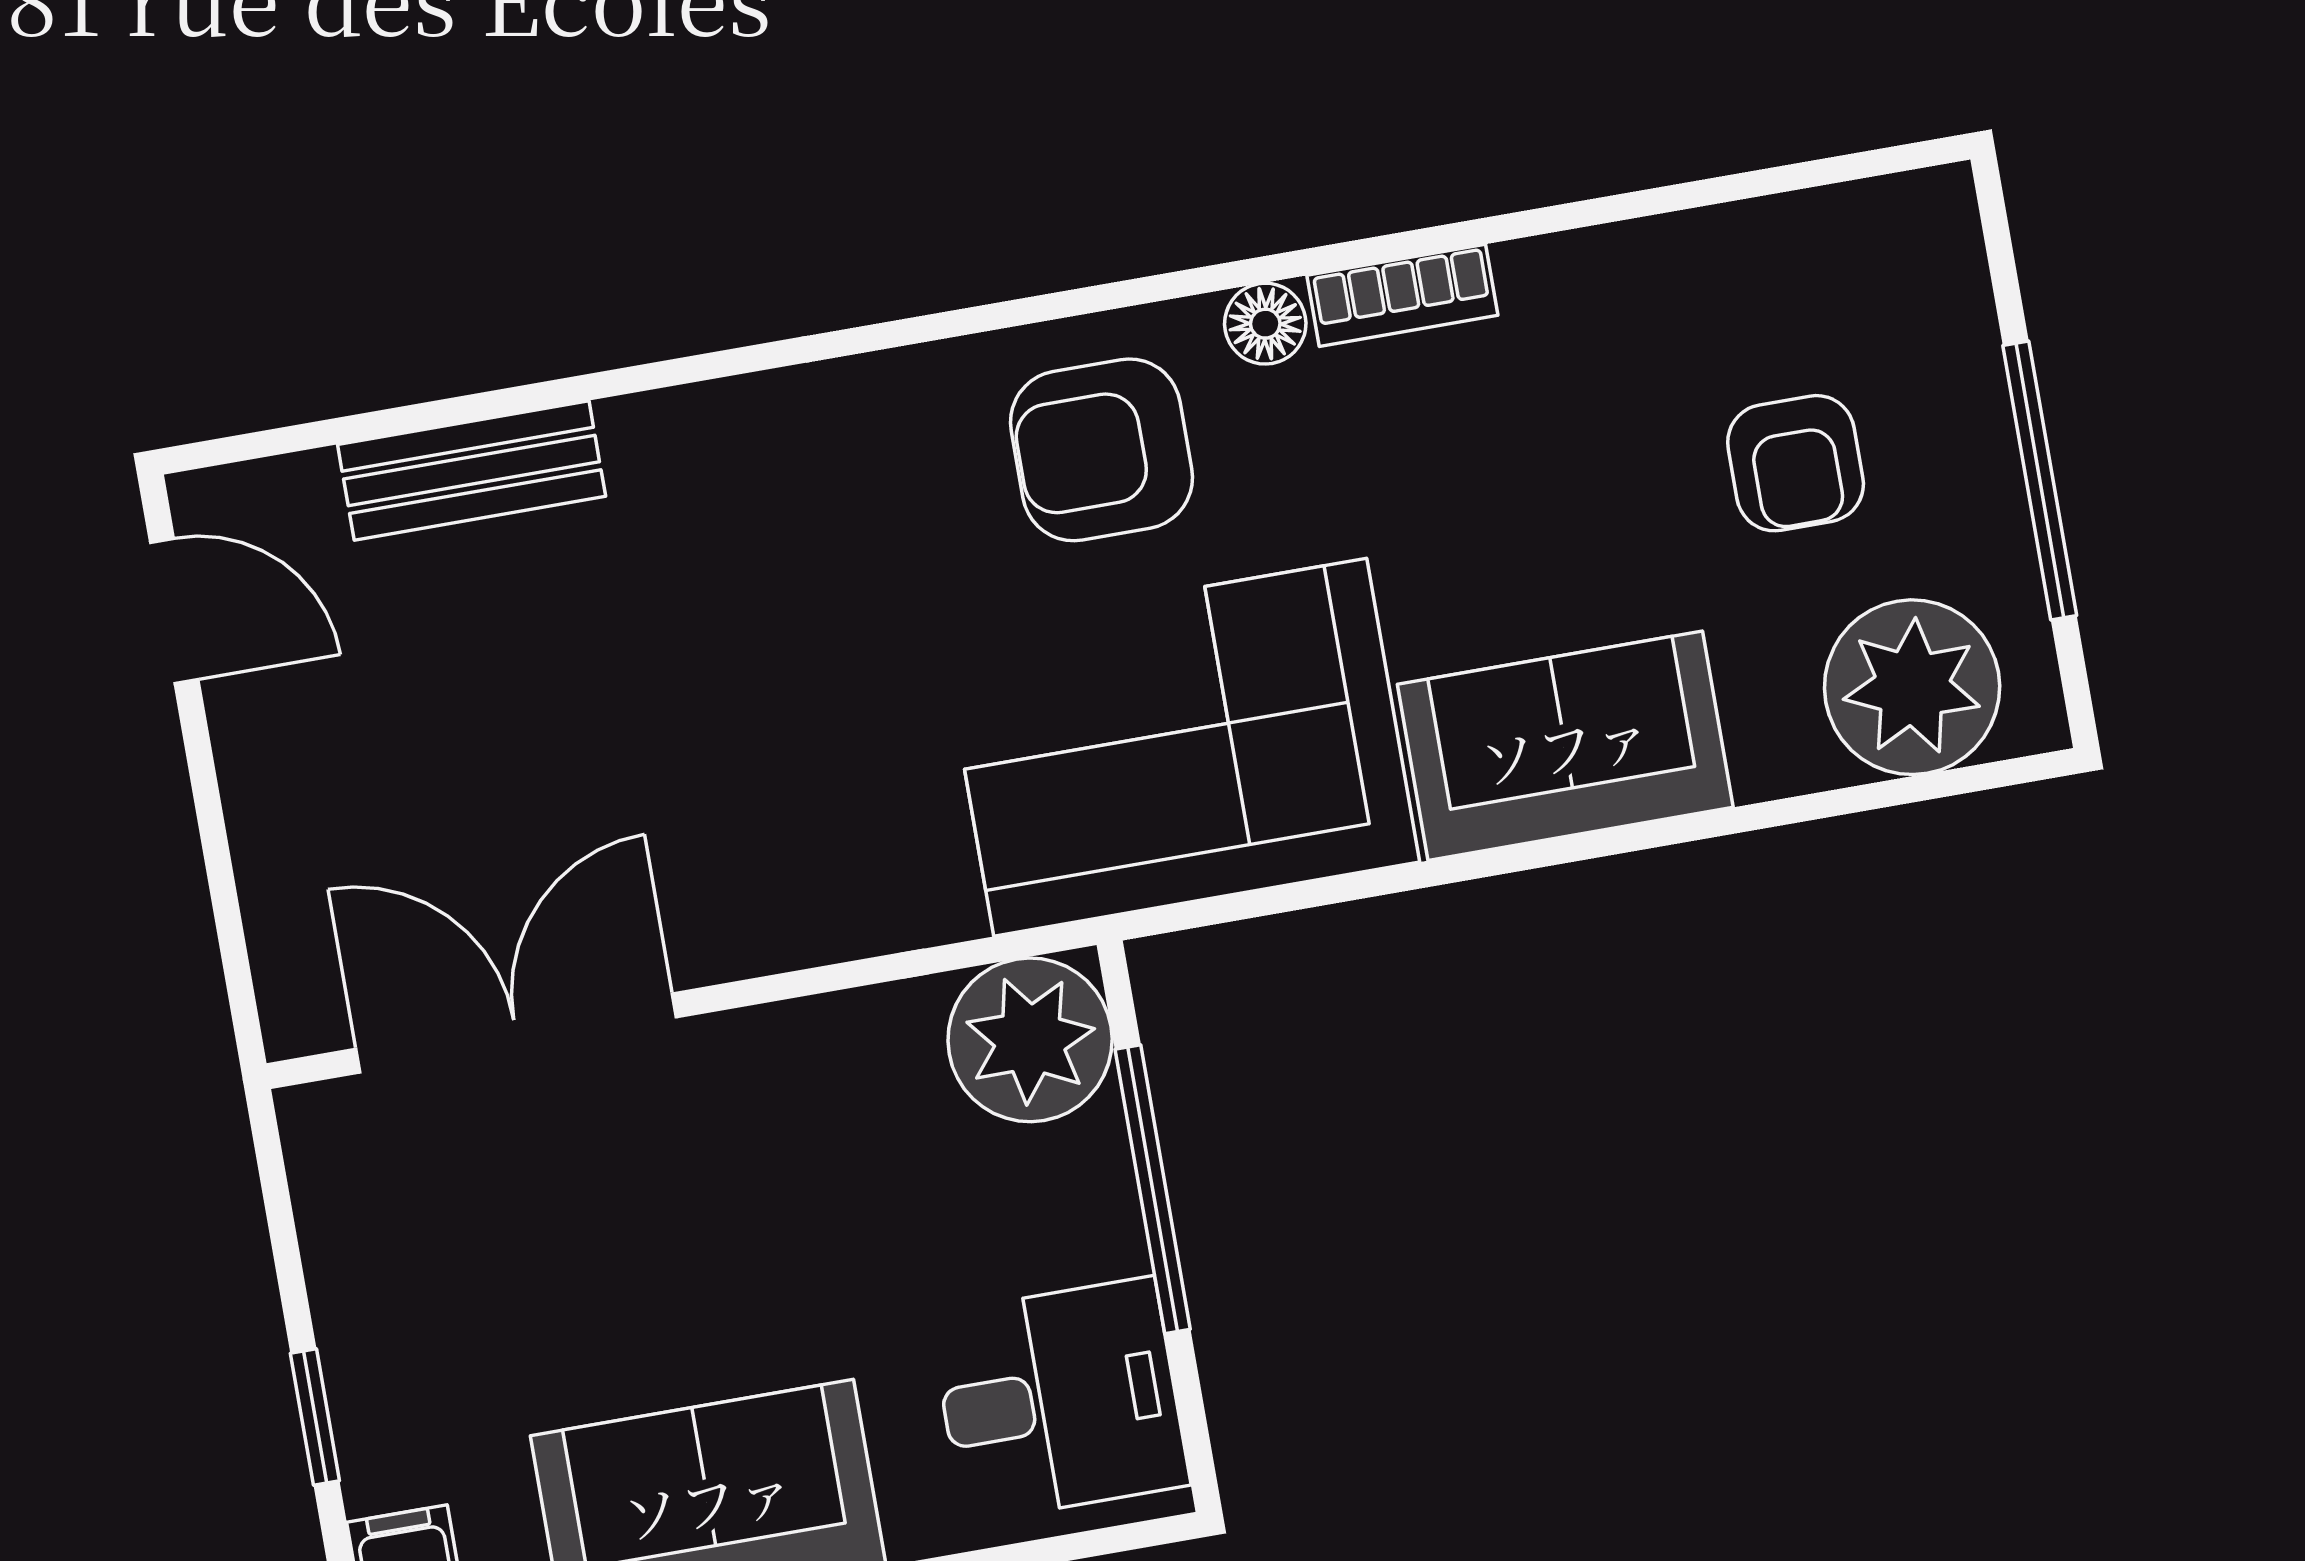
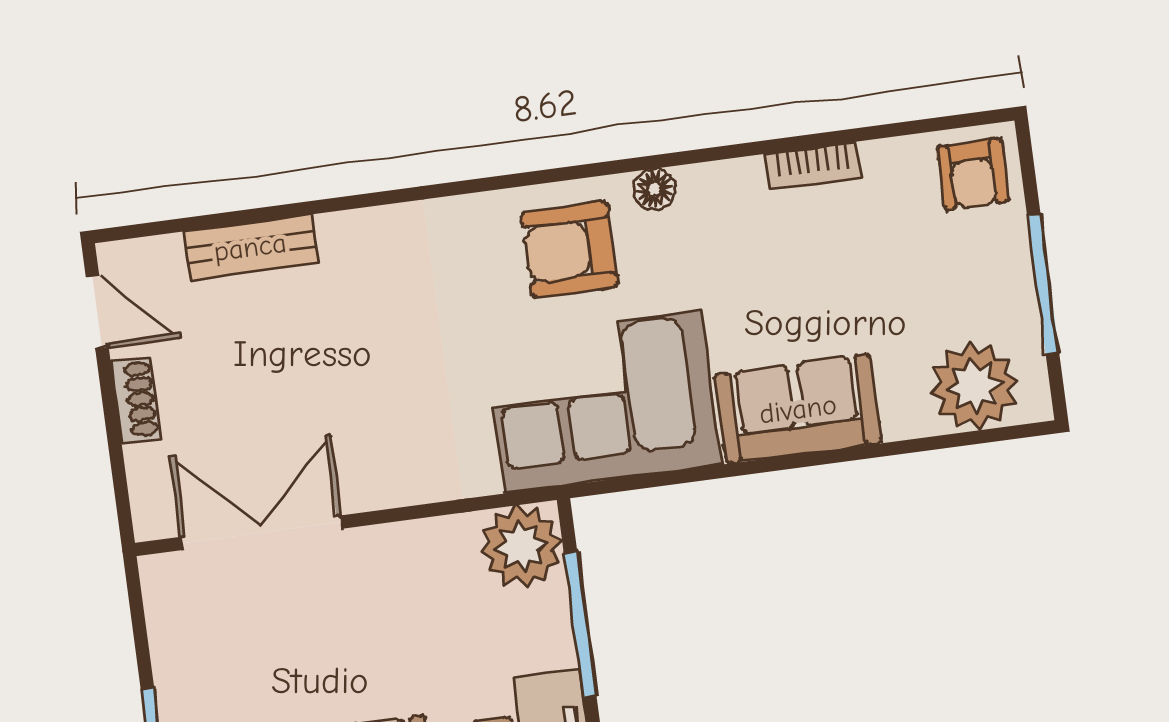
bookcase: (1402, 295) -> (813, 166), moved
armchair: (1796, 463) -> (973, 174), moved
shoe rack: (257, 781) -> (136, 400), added

